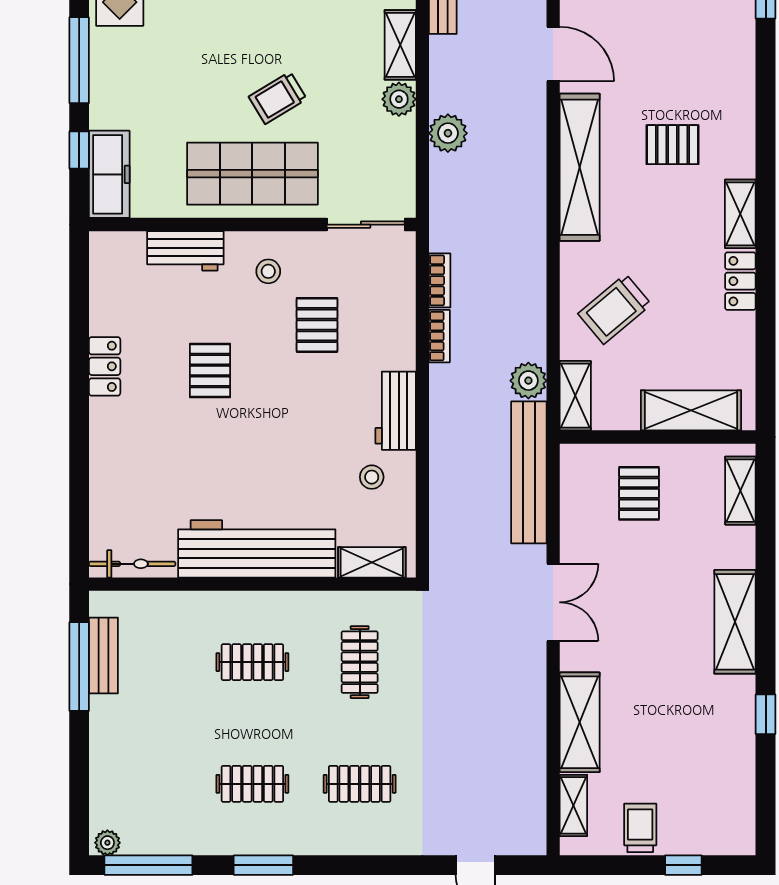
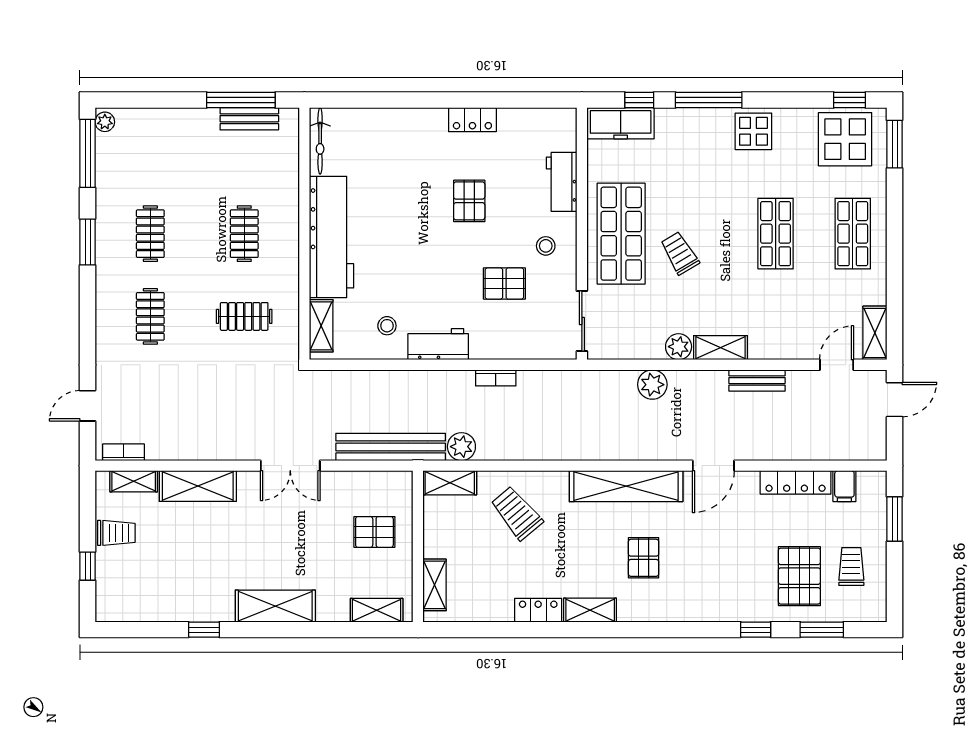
bookcase: (440, 280) -> (123, 452), moved, turned 180
pallet: (210, 371) -> (469, 201), turned 90
shelving: (691, 410) -> (435, 585), width x0.67, depth x0.75

